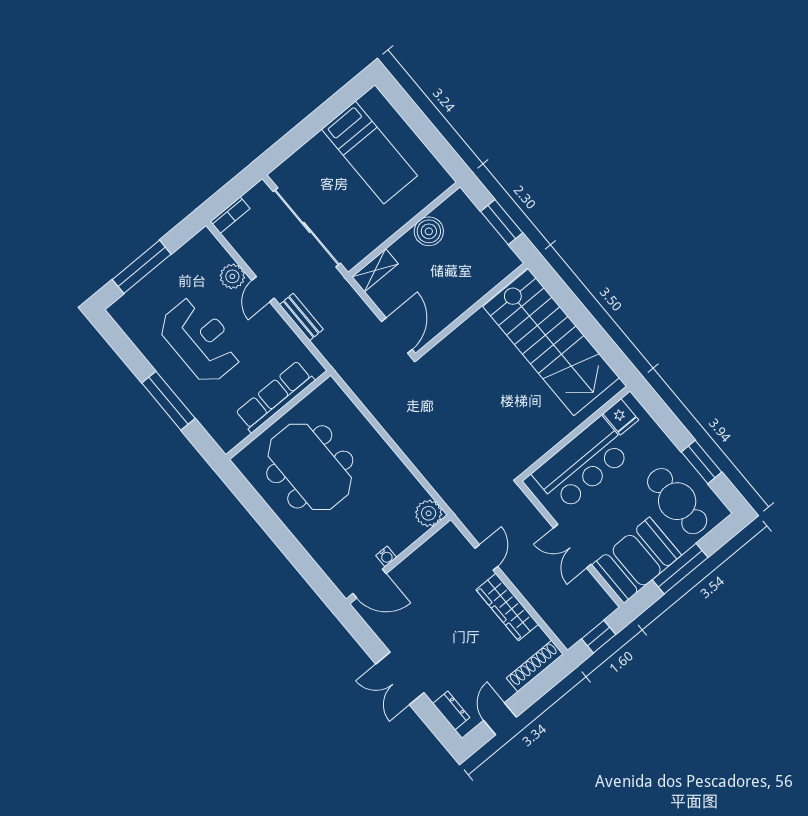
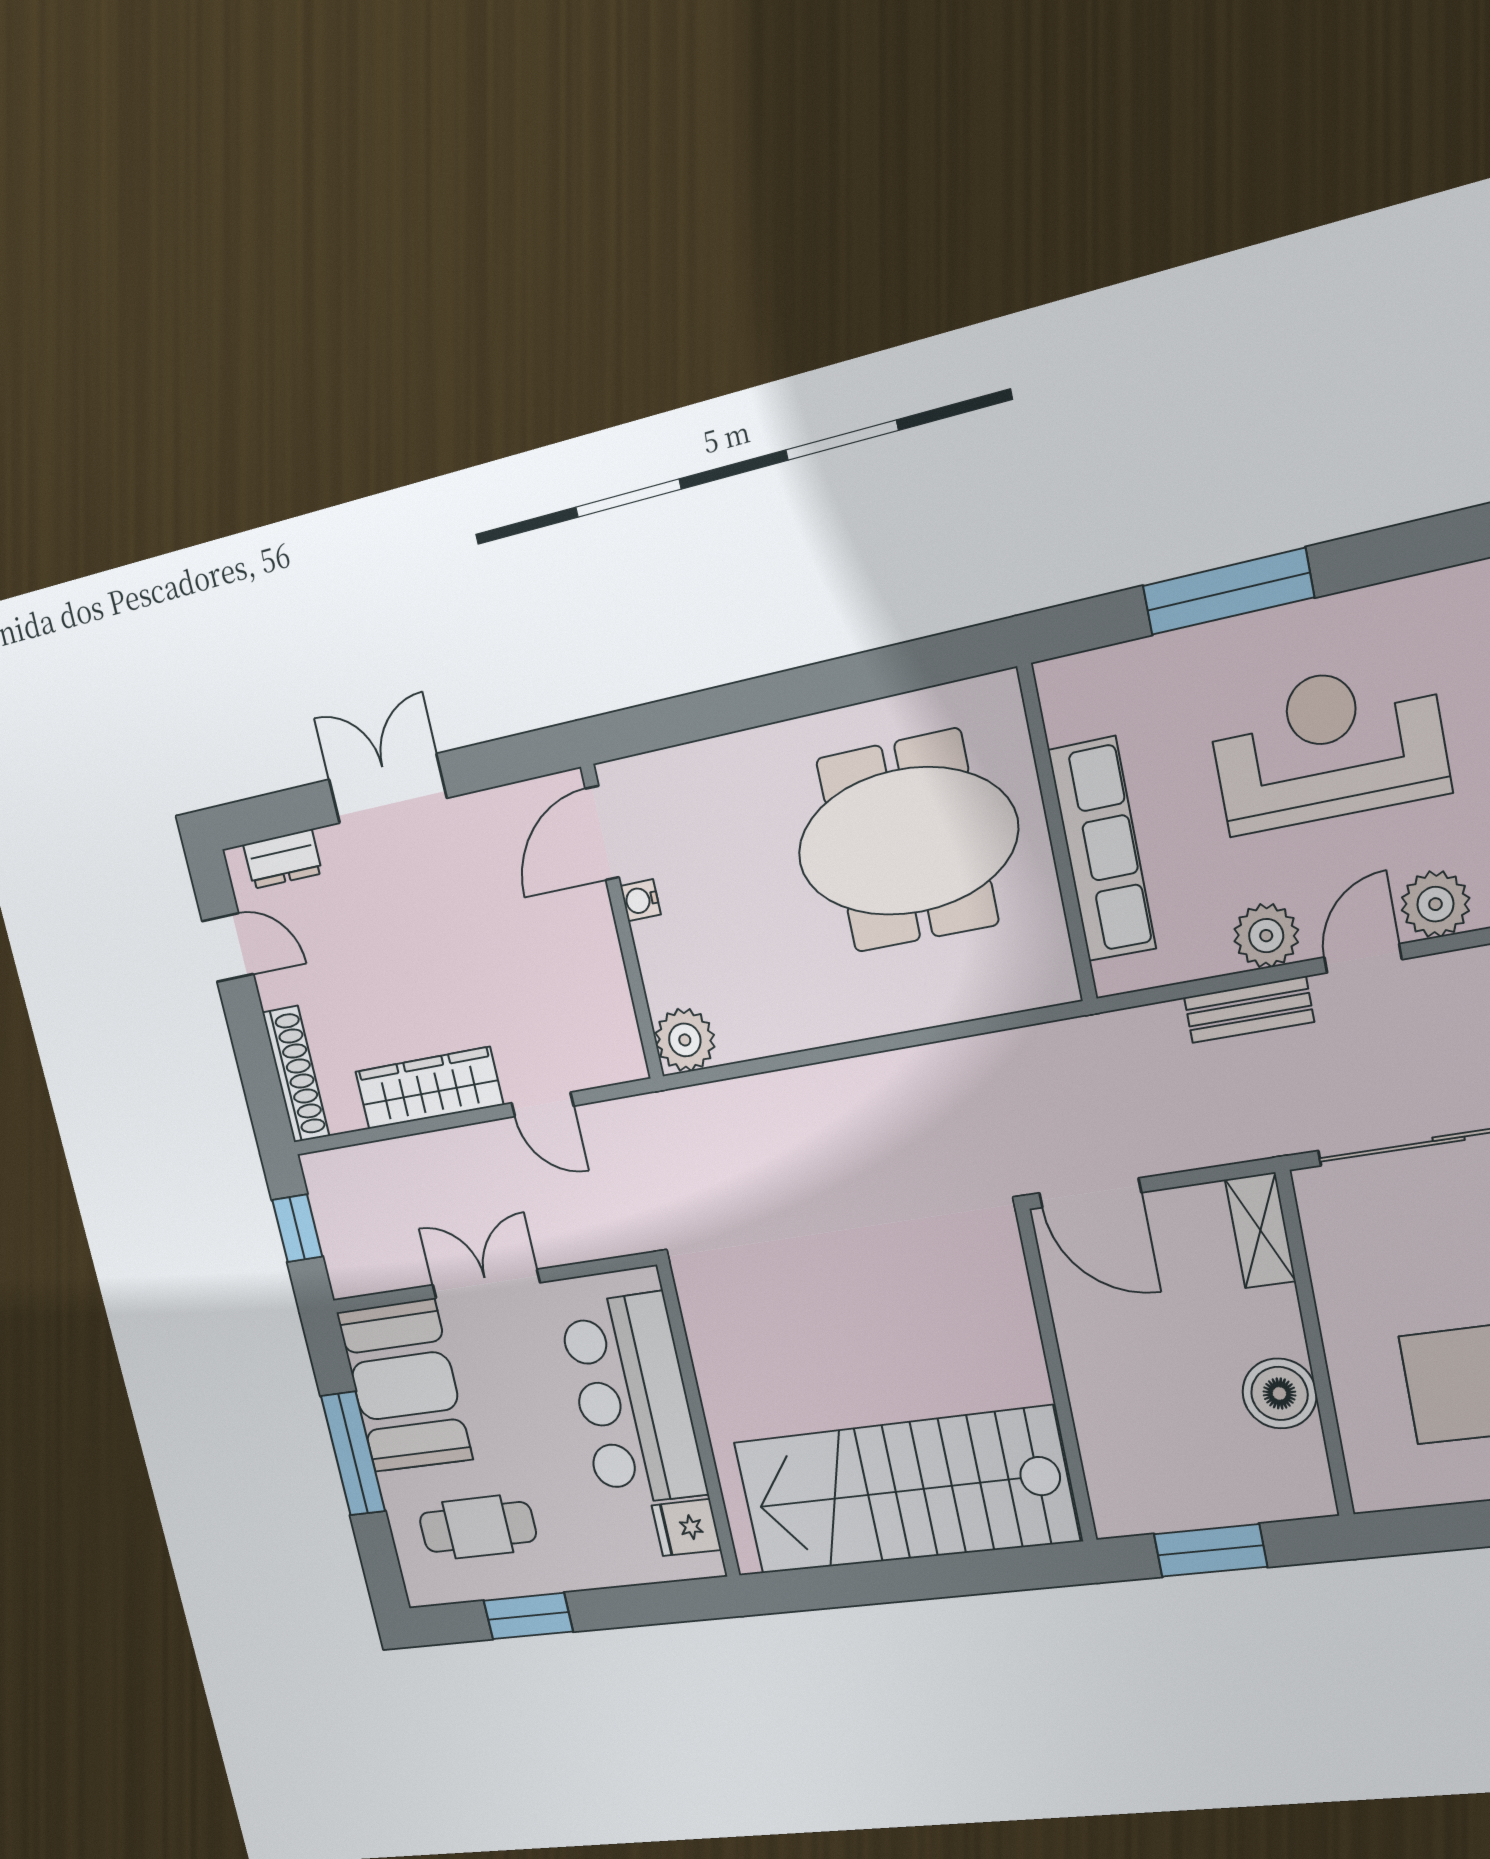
door: (263, 289) -> (1363, 958), hinge flipped
plant: (273, 325) -> (1266, 936), added
reception desk: (201, 340) -> (1328, 746), turned 180
cafe table: (677, 501) -> (478, 1527), width x0.73, depth x0.74

